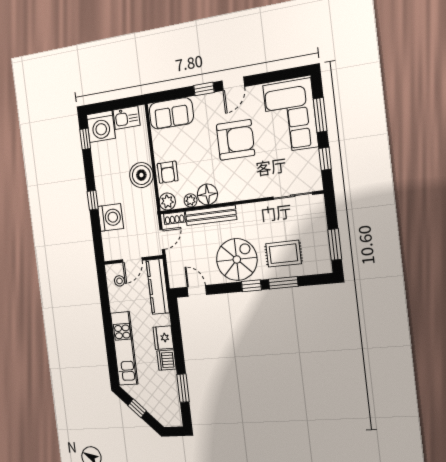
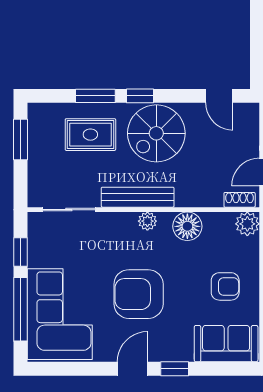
window: (320, 115) -> (20, 309), width x1.44
armchair: (168, 172) -> (225, 286), moved, turned 90
plant: (191, 200) -> (147, 221), moved
bench: (211, 215) -> (138, 197), moved

